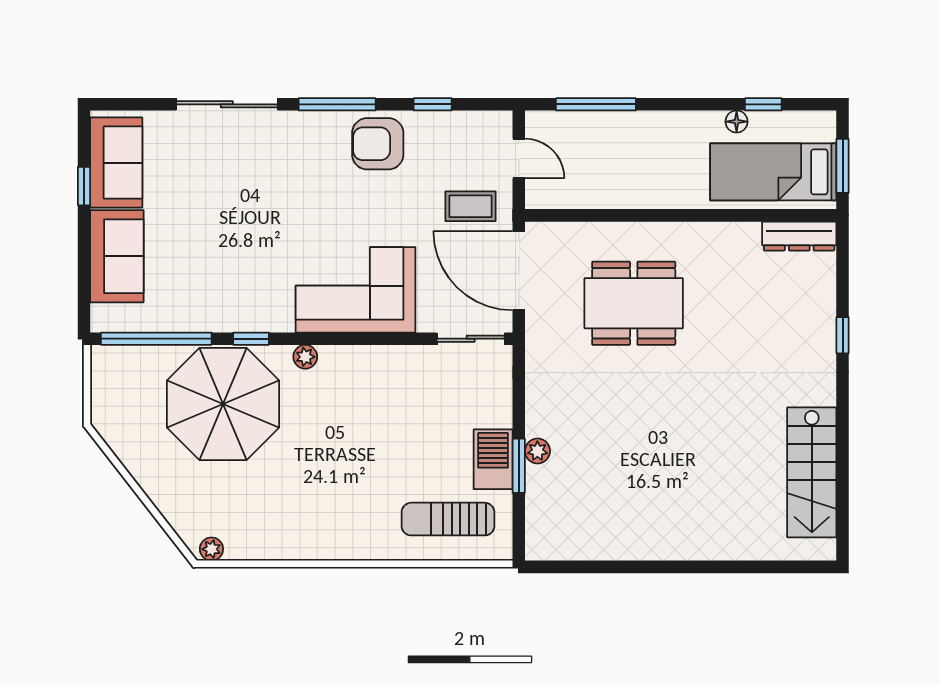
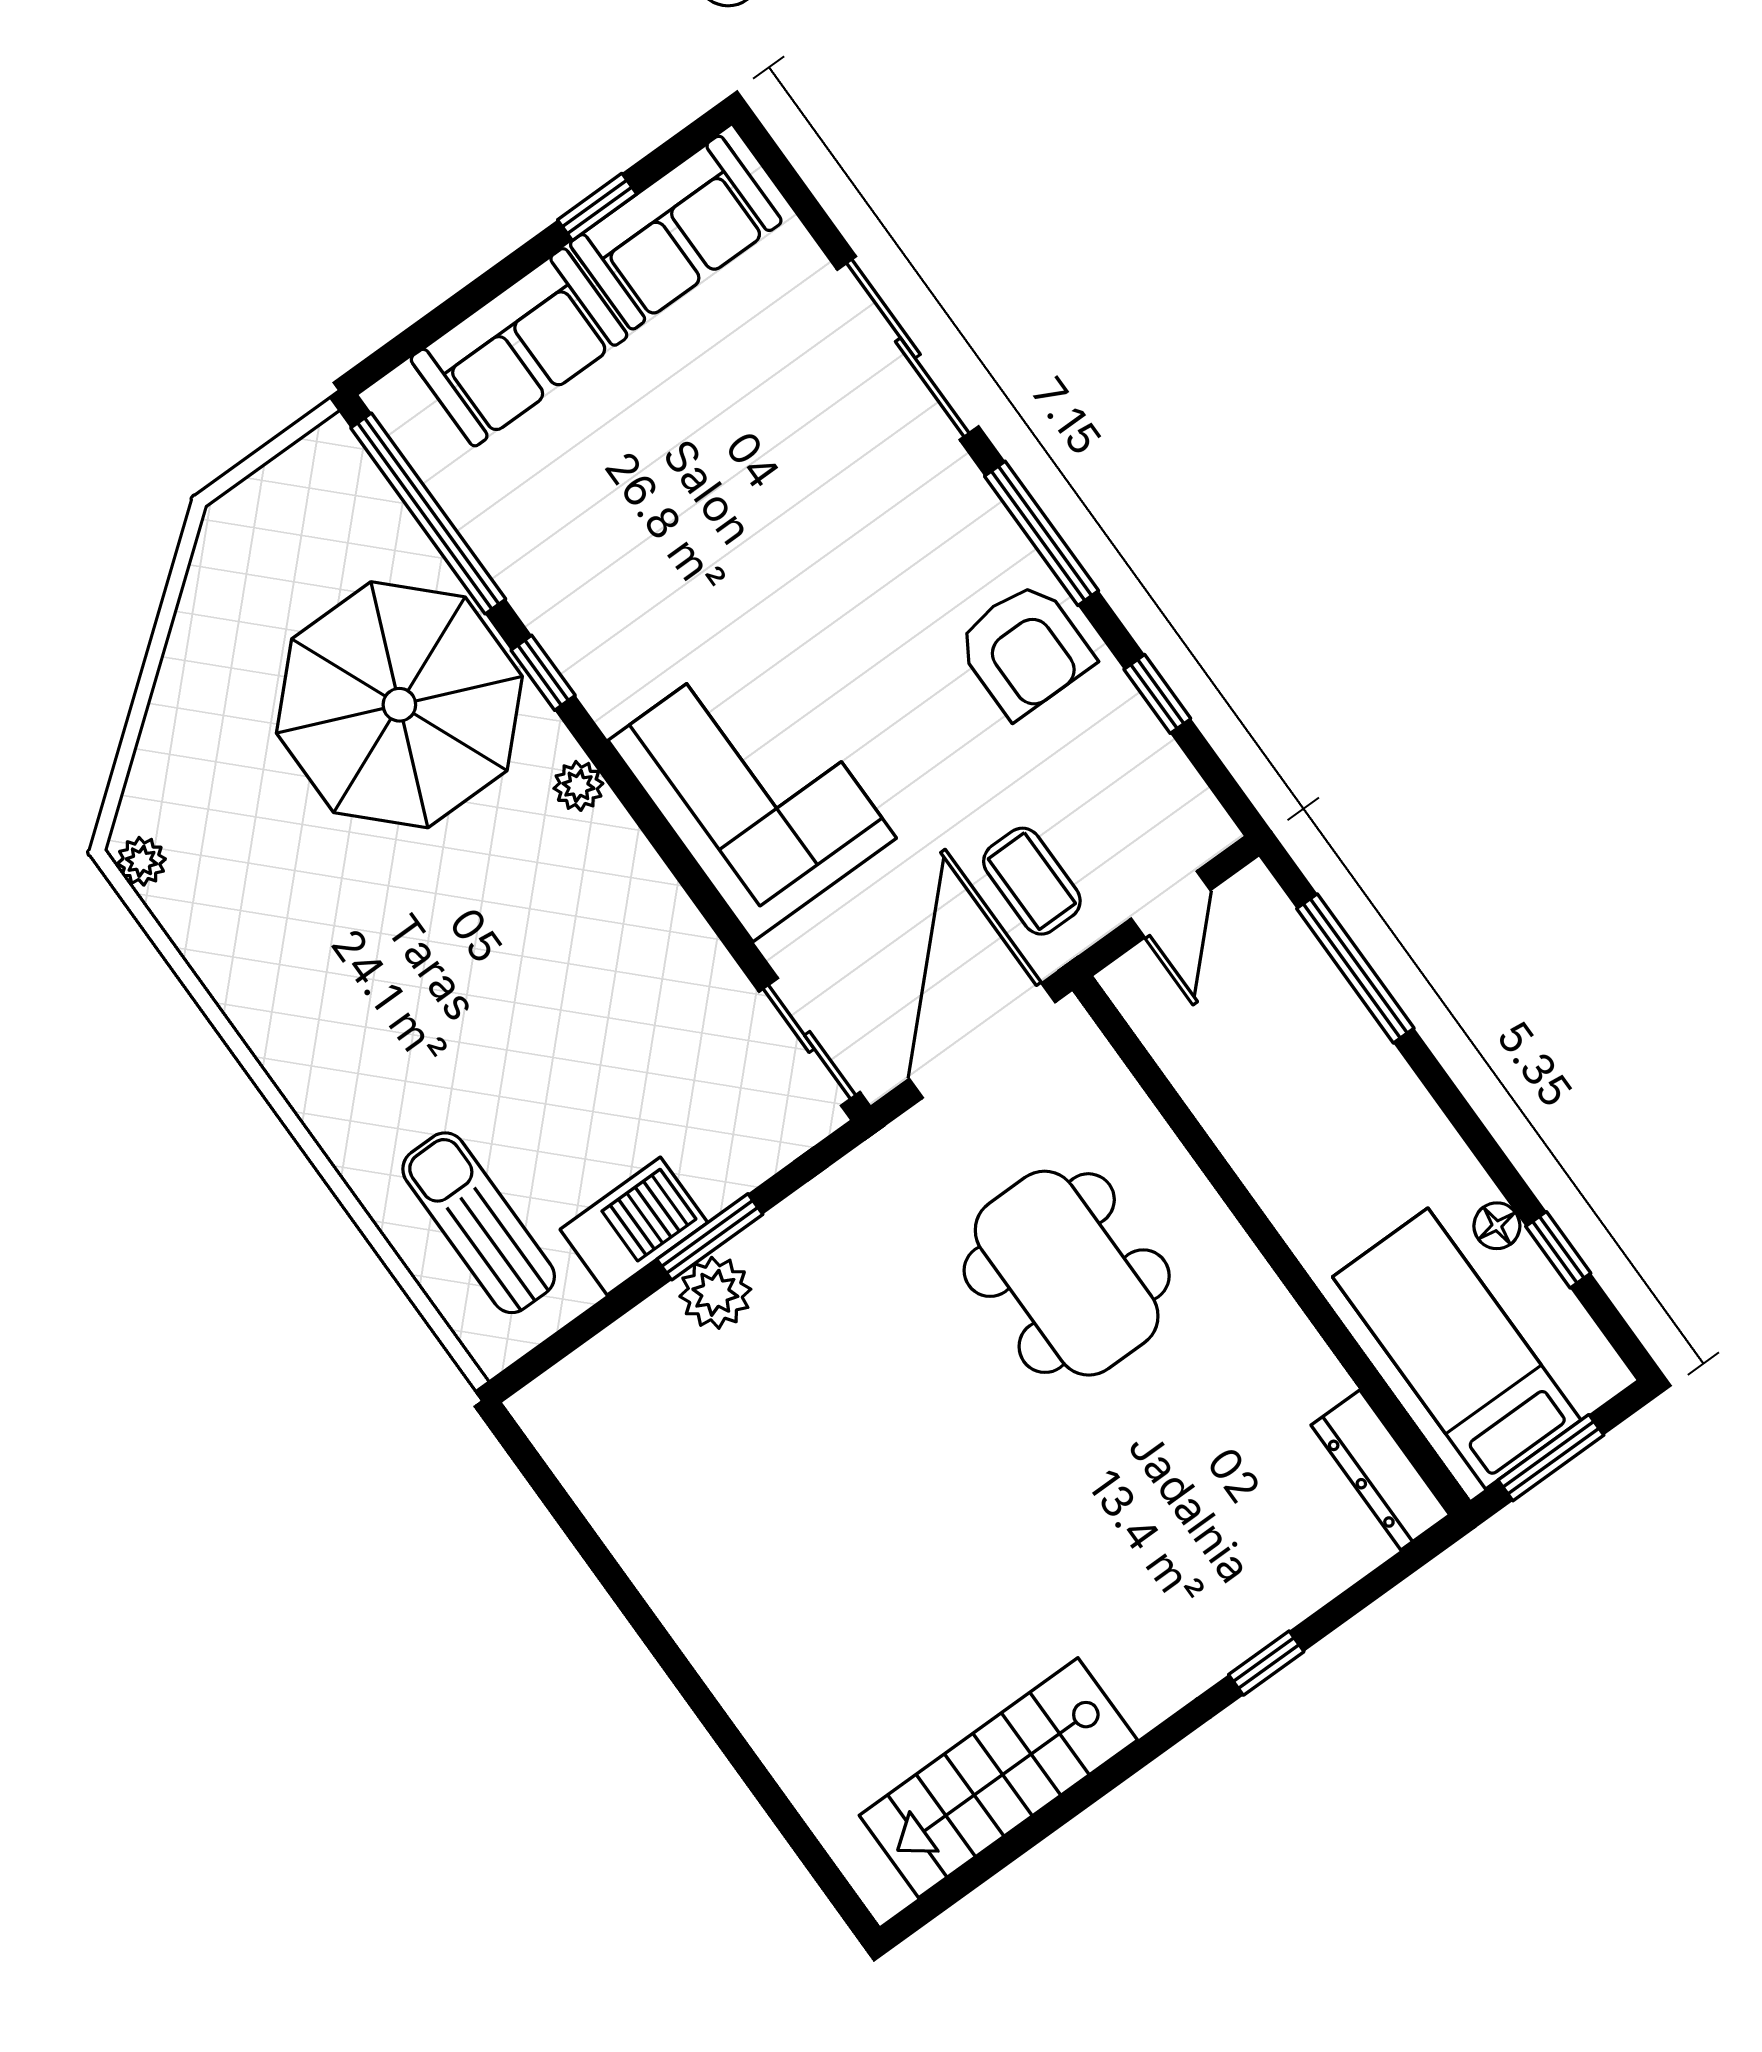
armchair: (378, 144) -> (1025, 649), turned 180
plant: (537, 451) -> (715, 1293), width x1.38, depth x1.38
window: (519, 466) -> (710, 1237), moved

